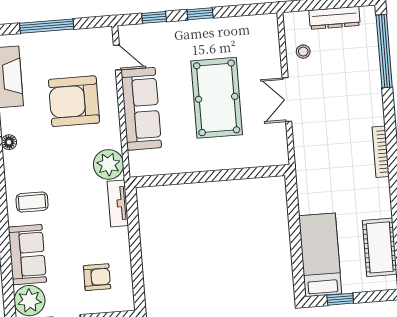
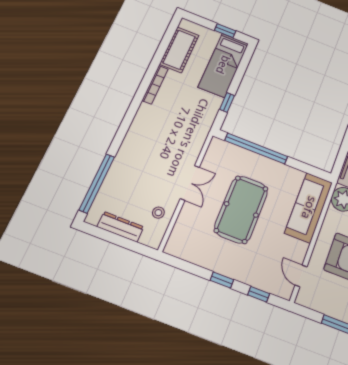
sofa: (141, 109) -> (309, 208), moved
bookcase: (381, 152) -> (155, 85), moved
window: (234, 174) -> (256, 149), added
window: (293, 212) -> (227, 102), added

